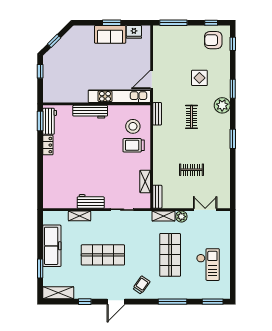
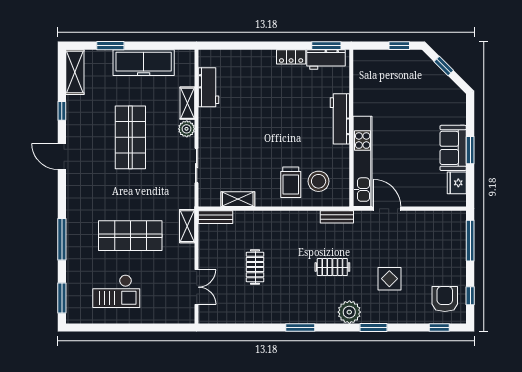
trolley: (134, 145) -> (291, 182), turned 180
workbench: (91, 201) -> (209, 87), moved
plant: (181, 217) -> (187, 129), moved
trolley: (141, 285) -> (86, 194), removed

